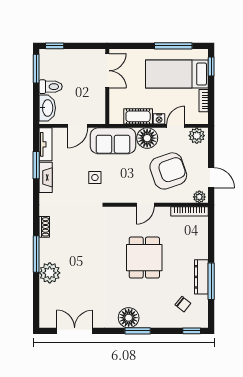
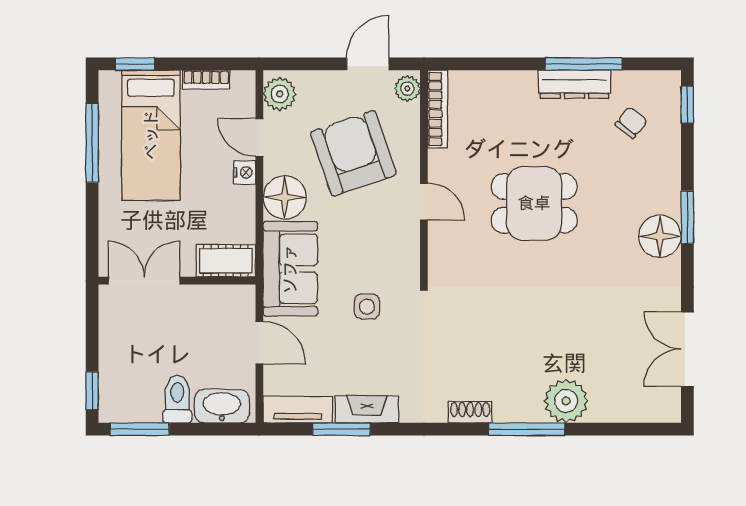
cot: (138, 116) -> (226, 261), moved, turned 90

